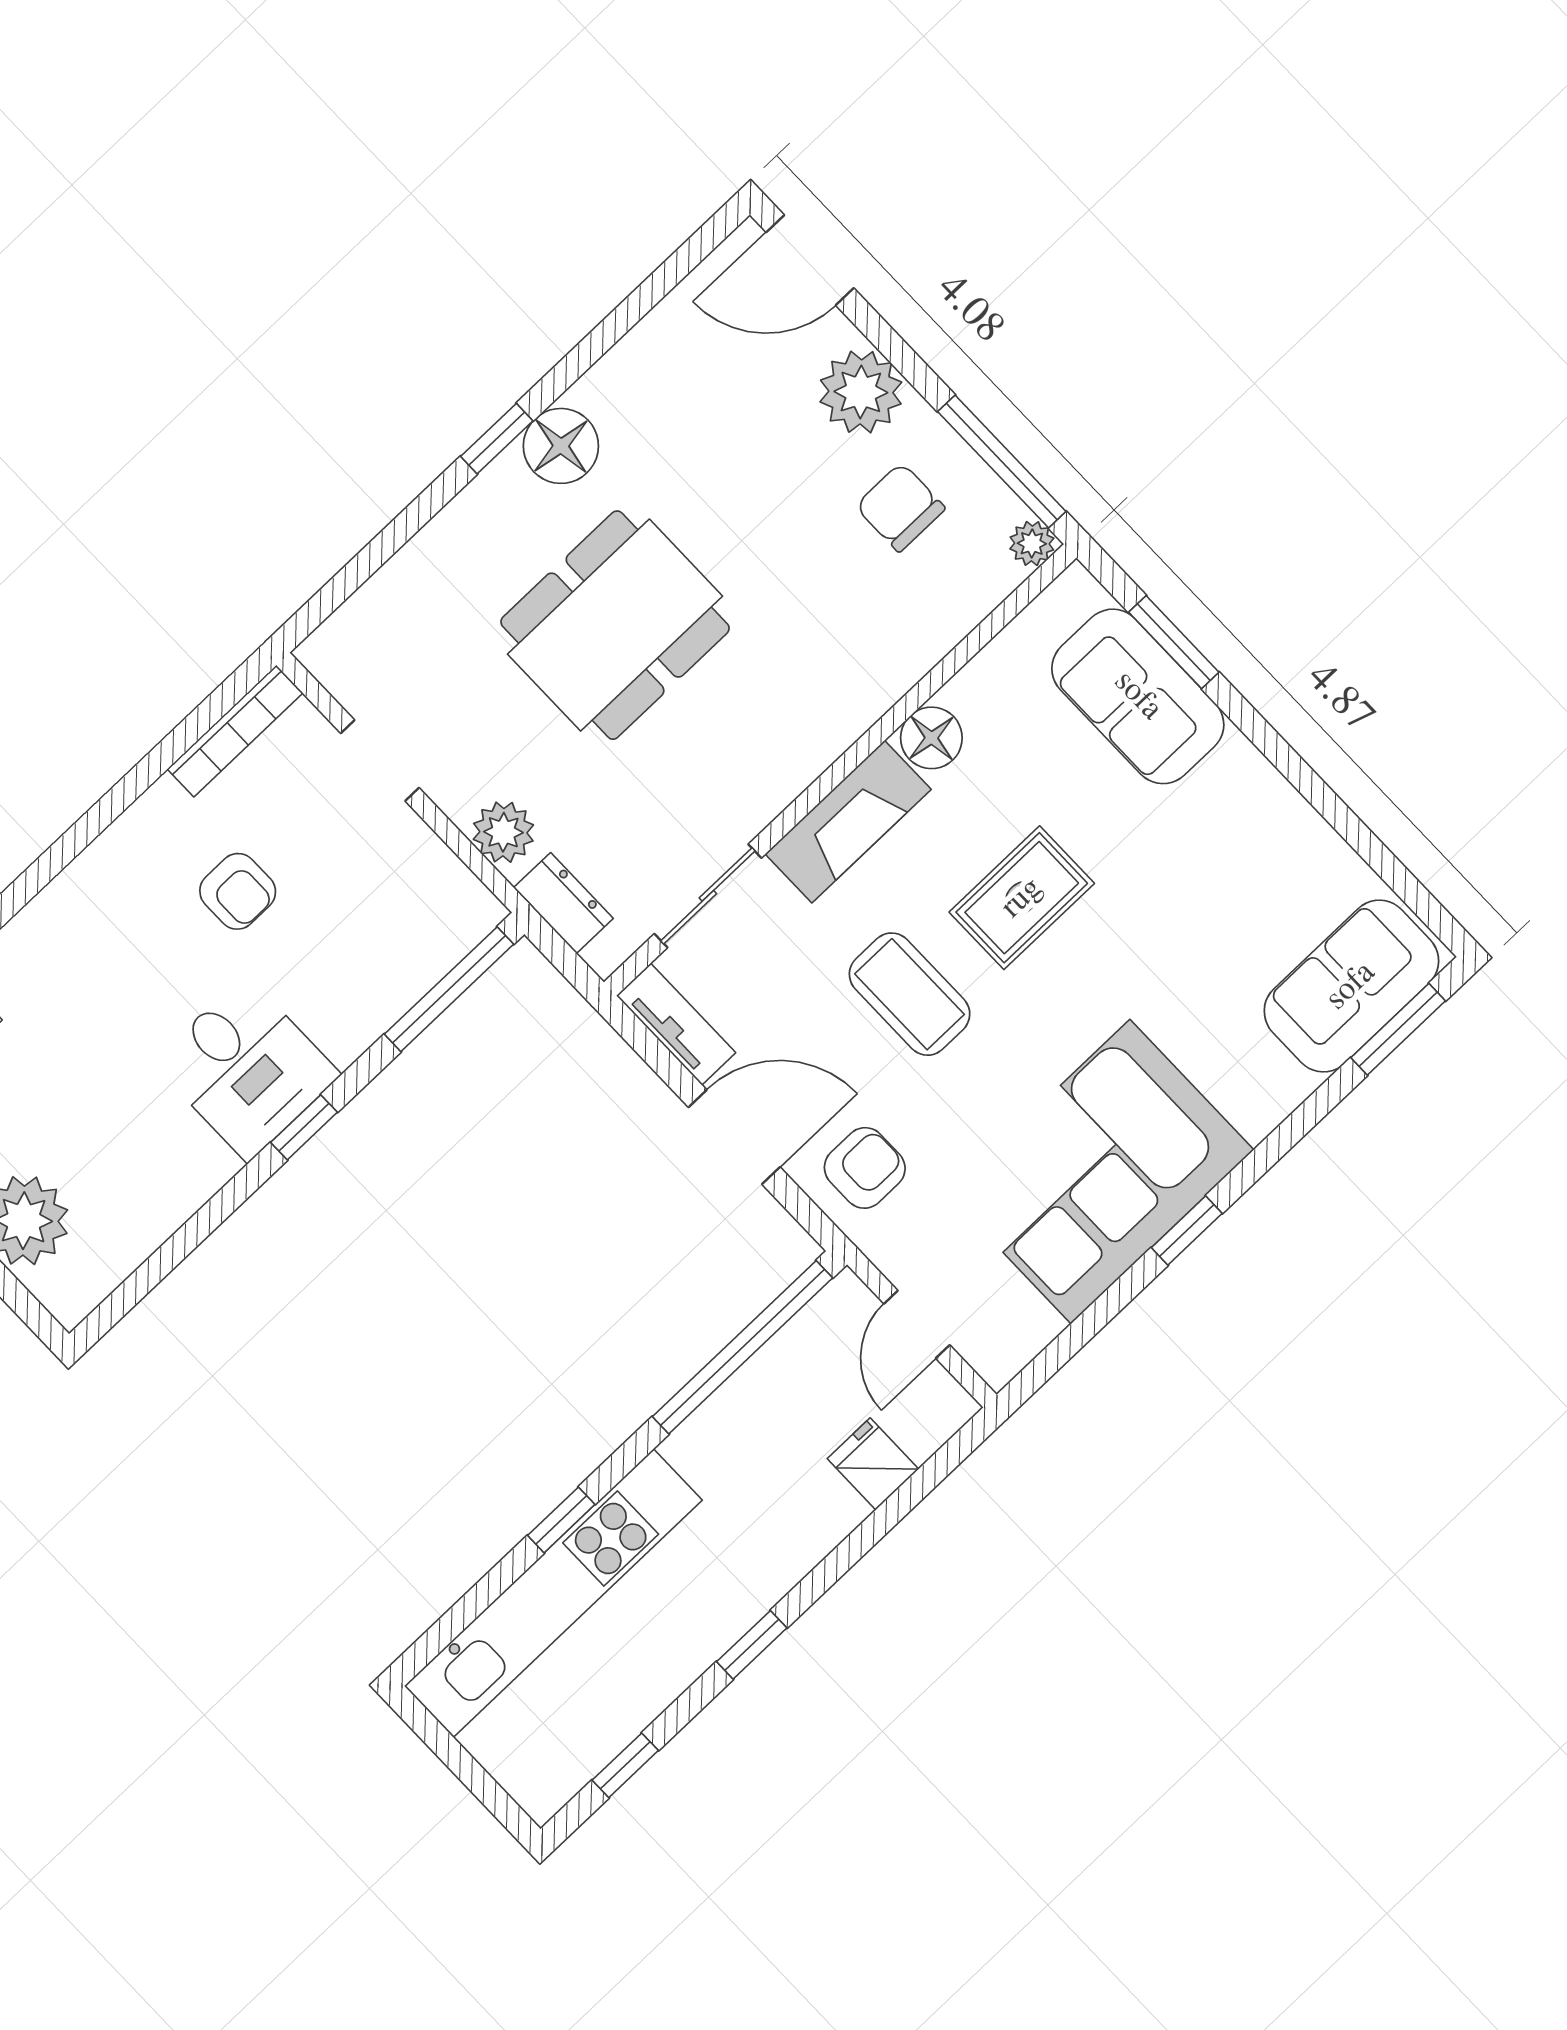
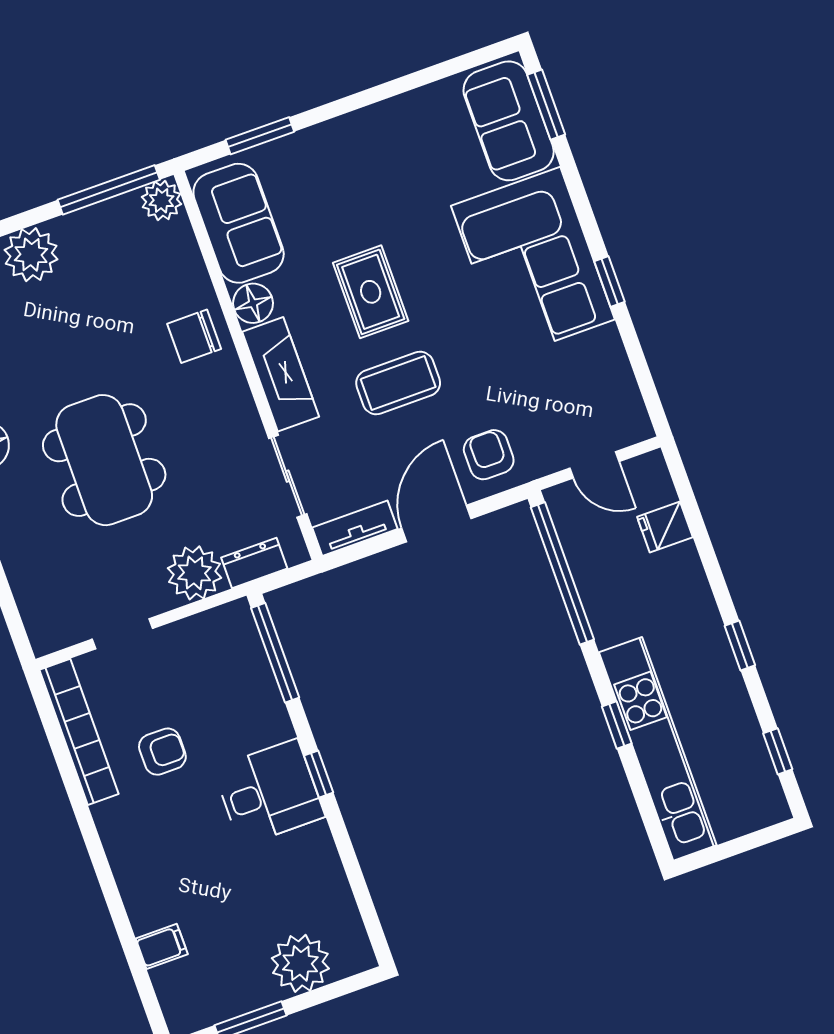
chair: (900, 507) -> (194, 336), moved
plant: (1032, 543) -> (162, 201), width x1.38, depth x1.38
sofa: (1138, 696) -> (239, 223), moved, turned -90
bookcase: (235, 731) -> (79, 732), width x1.48, depth x1.31
plant: (503, 832) -> (194, 573), width x1.36, depth x1.36
corner sofa: (1100, 1172) -> (533, 263), moved

